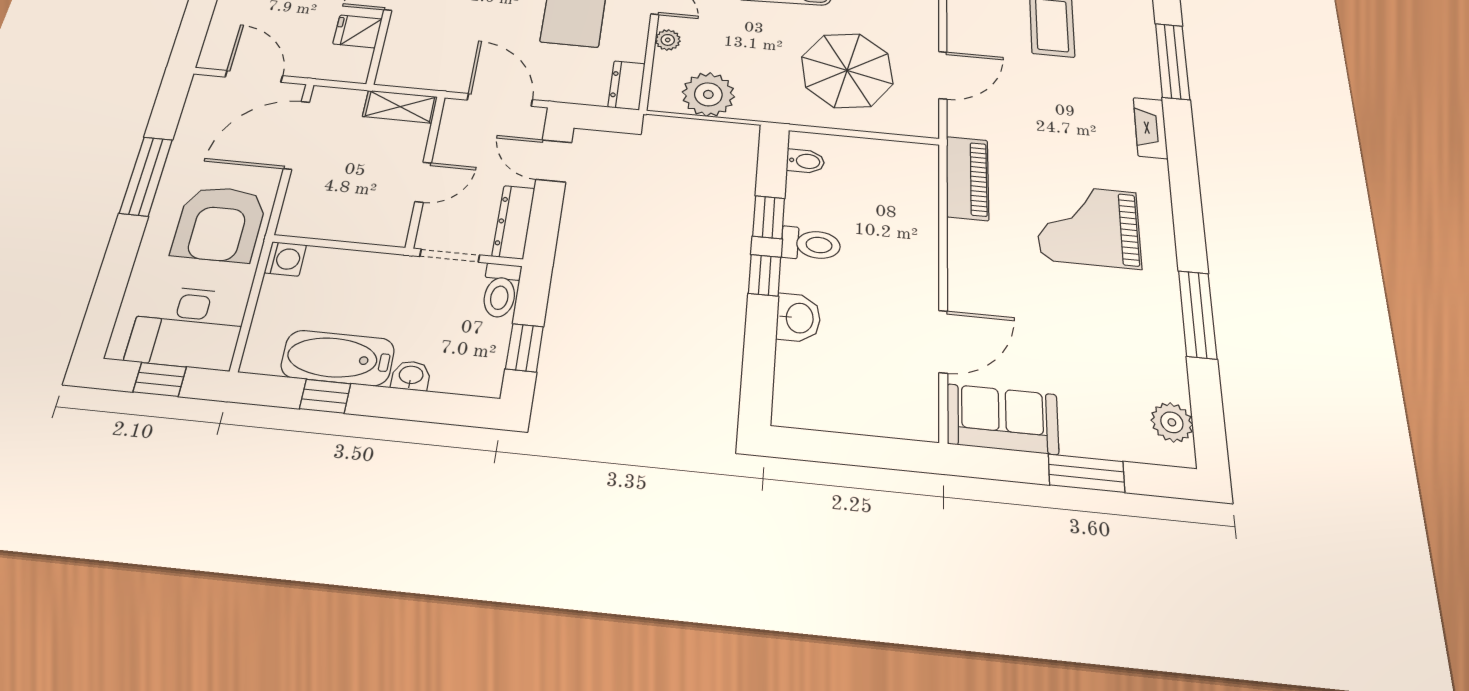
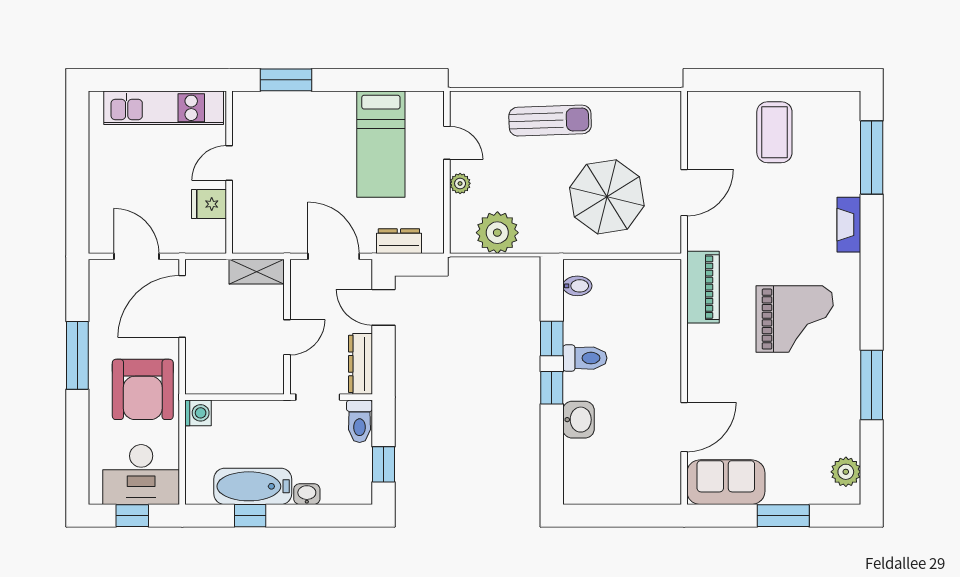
dresser: (627, 85) -> (399, 241), moved, turned 90
grand piano: (1088, 226) -> (795, 319), turned 180

